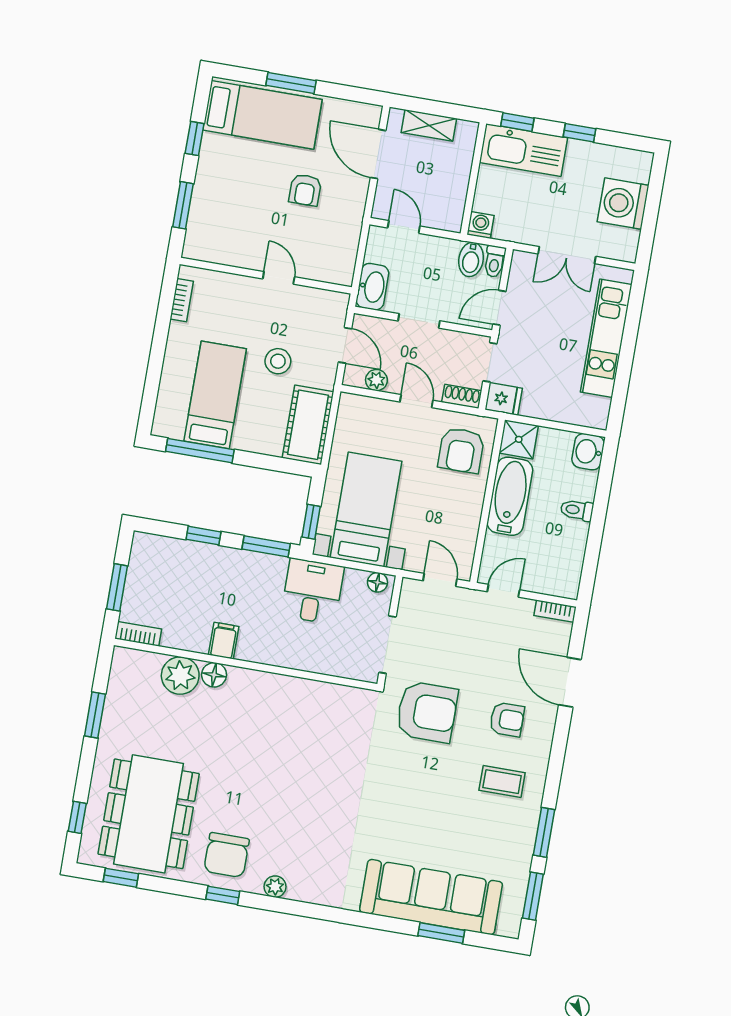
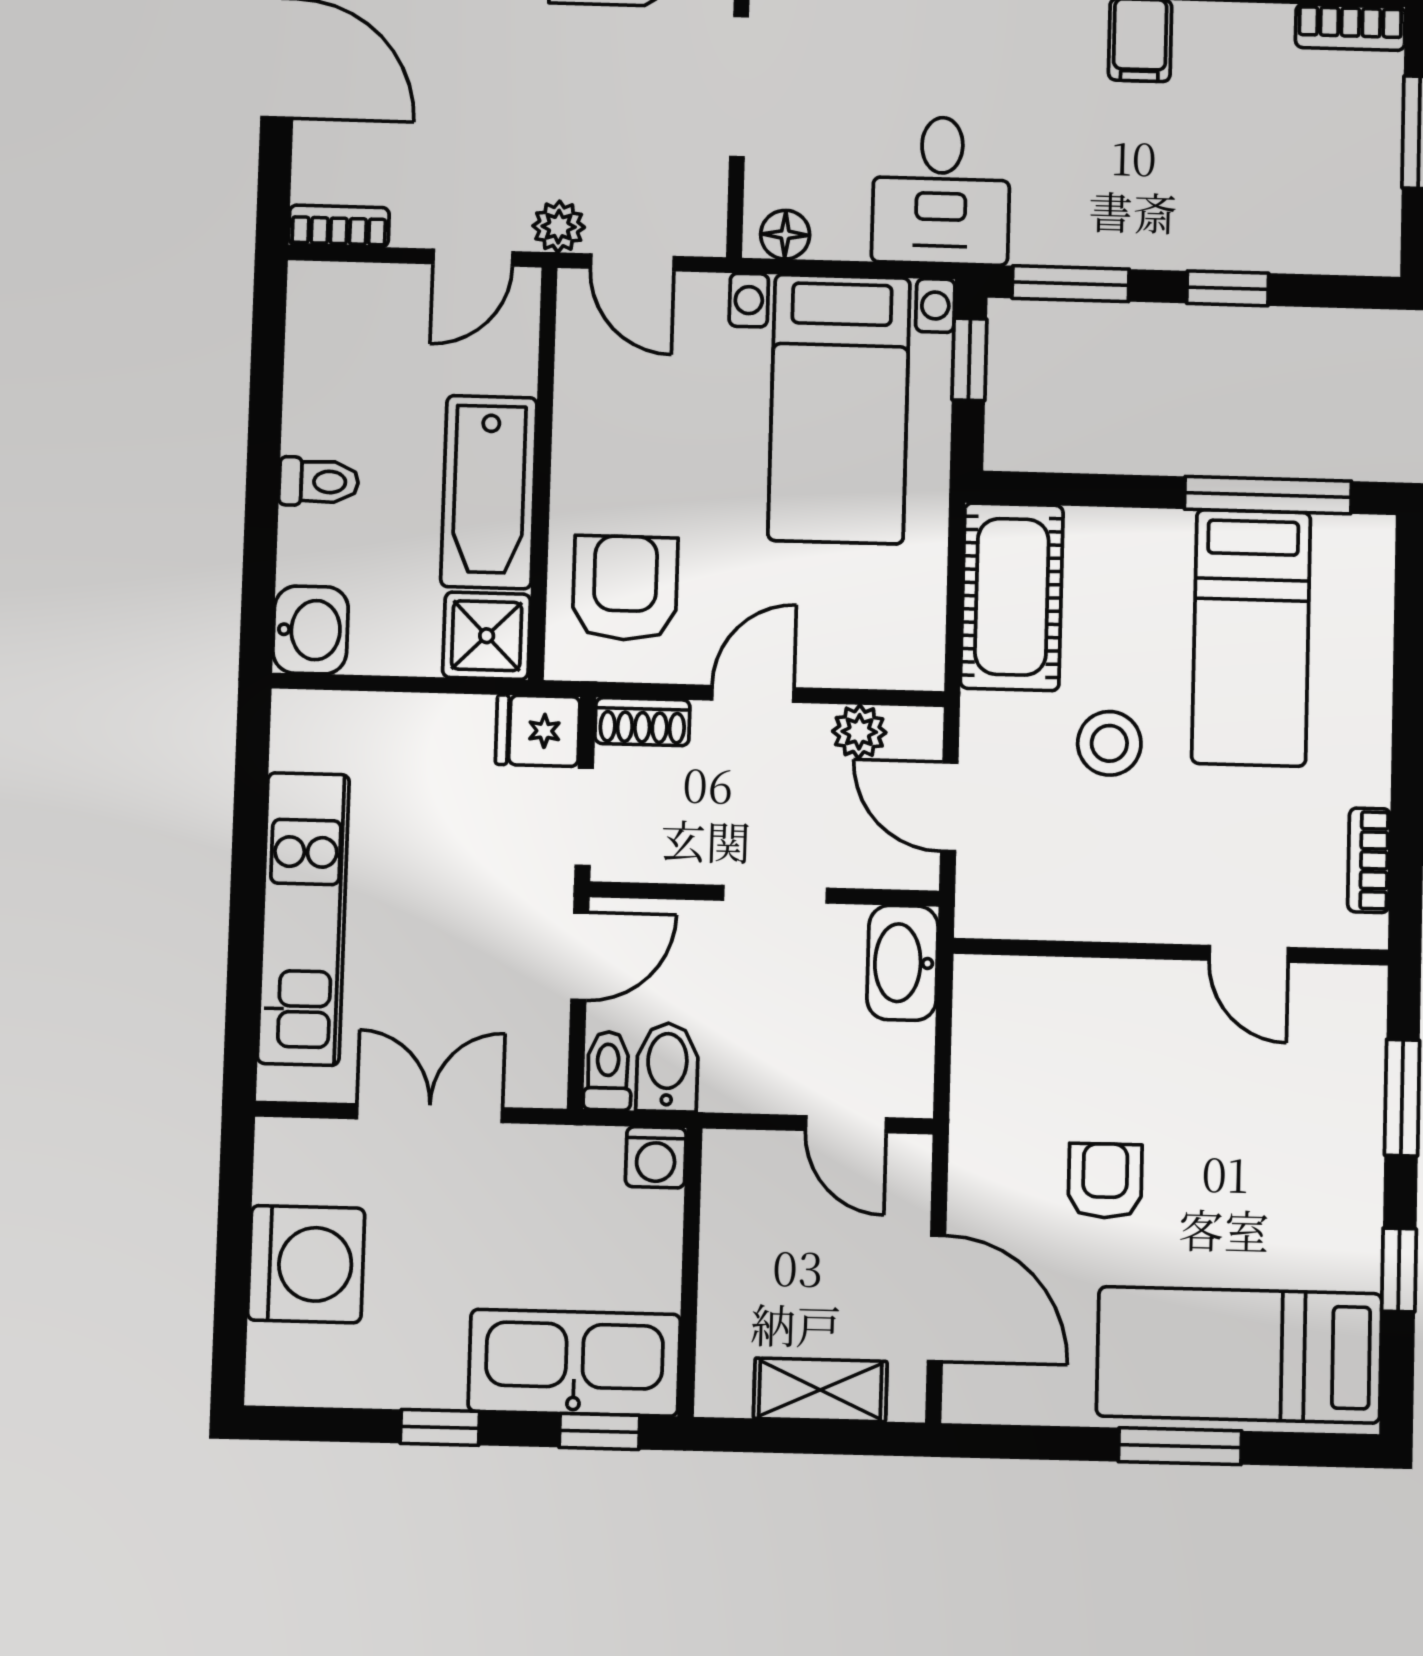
door: (279, 278) -> (1249, 954), moved
door: (416, 401) -> (753, 694), swing flipped
plant: (468, 598) -> (559, 227), added

